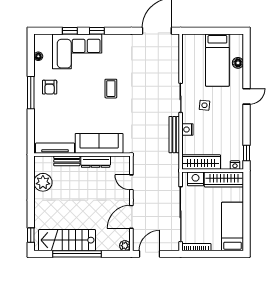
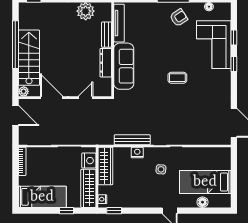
armchair: (50, 87) -> (179, 18), turned 147
window: (247, 202) -> (66, 211), added
stairs: (67, 240) -> (29, 58), moved

